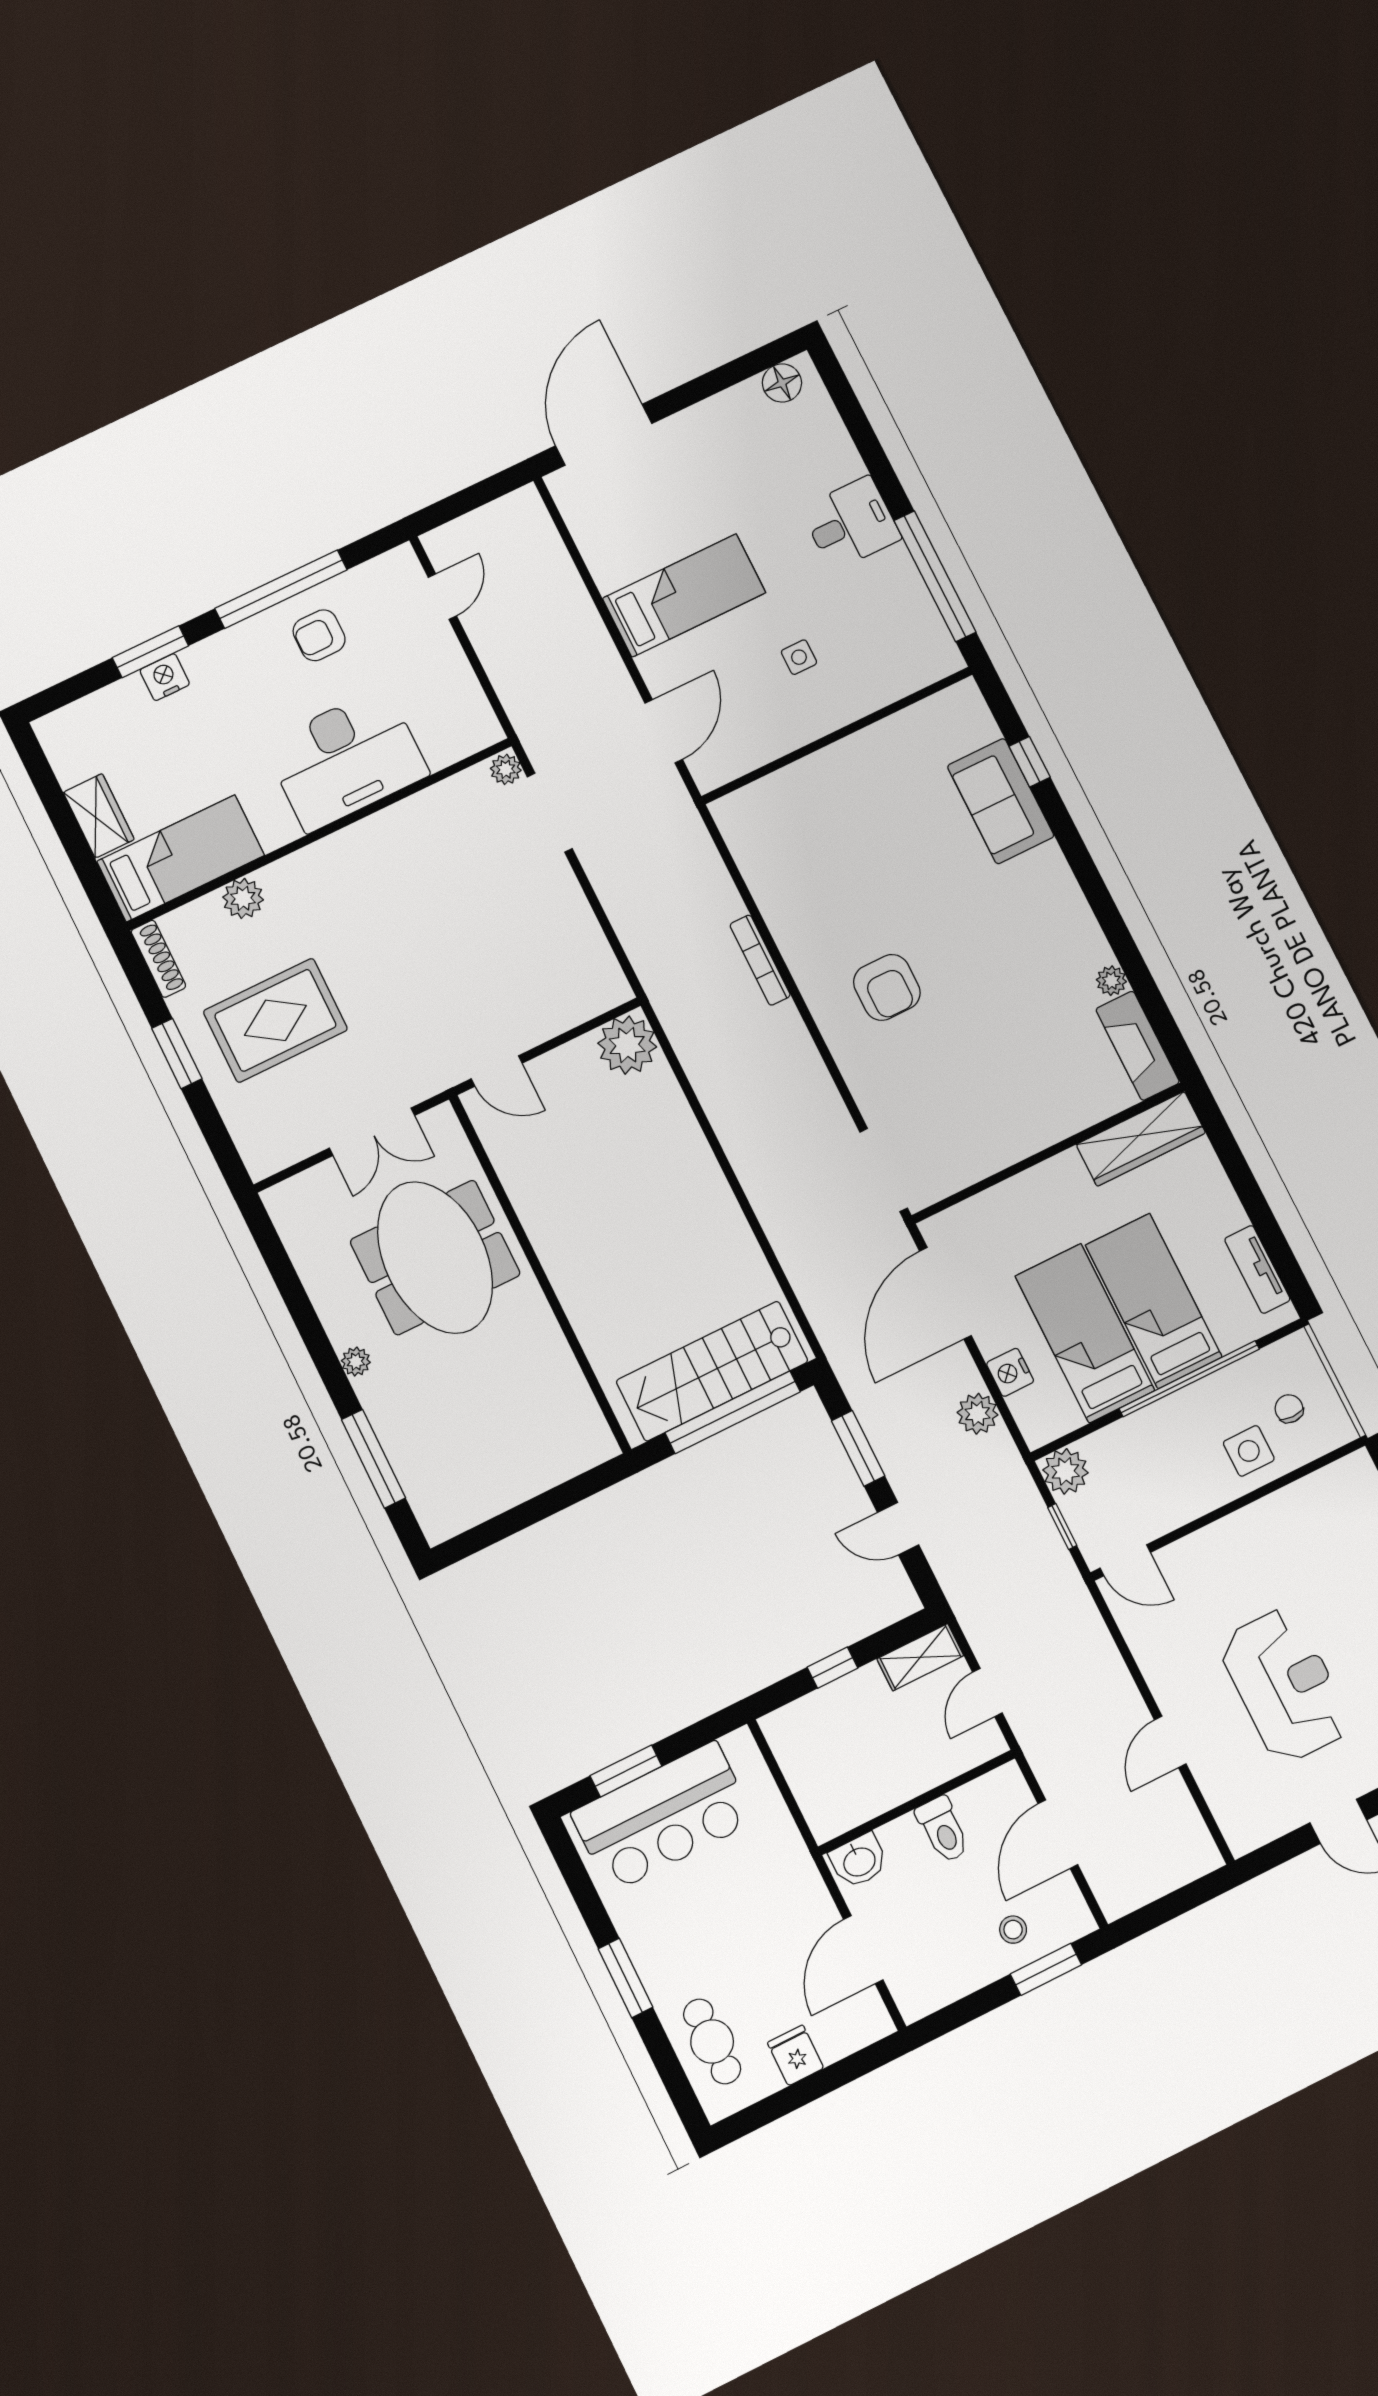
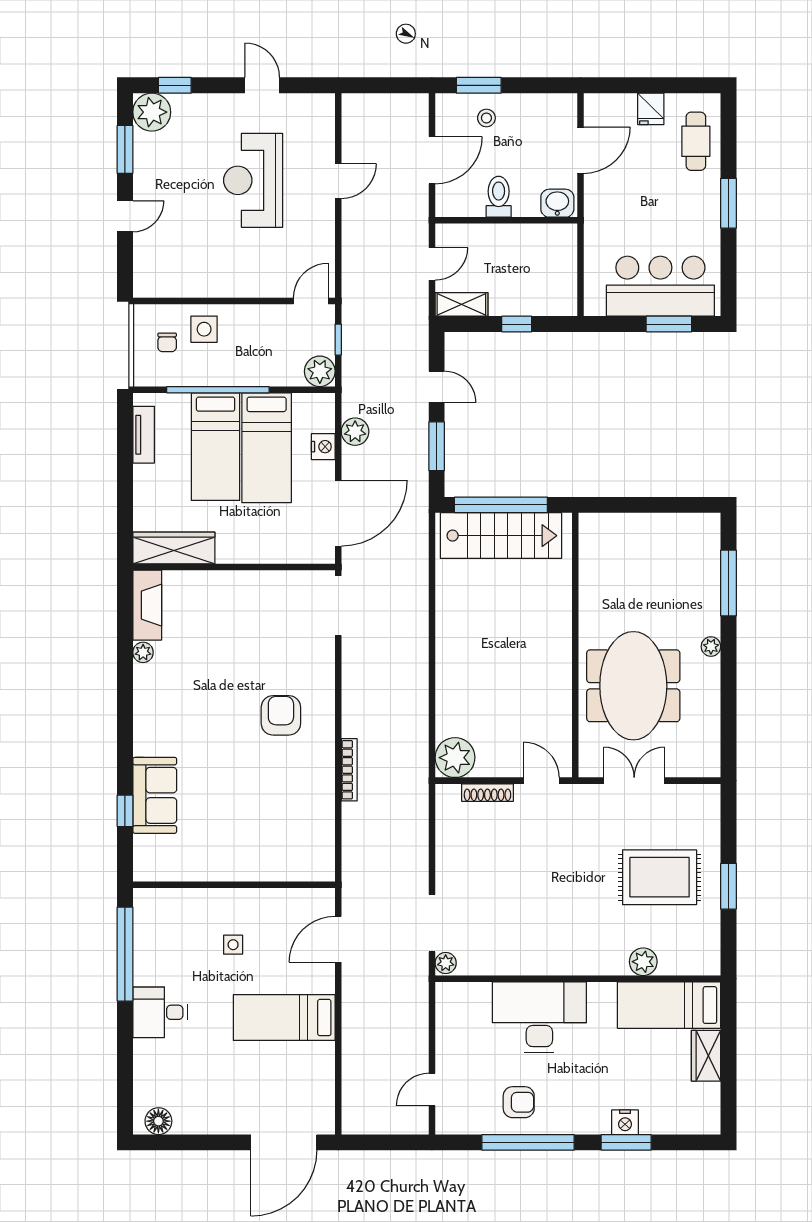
shoe rack: (158, 959) -> (487, 793), moved, turned -90
door: (1125, 1560) -> (311, 301), hinge flipped

